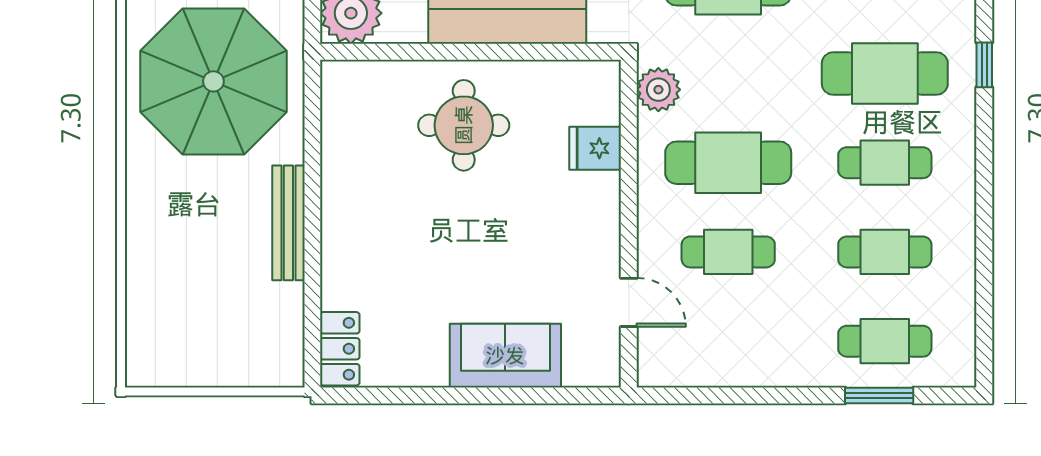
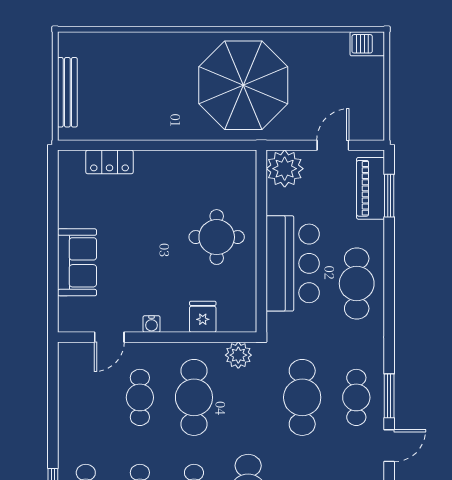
bench: (288, 223) -> (67, 92), moved, turned 90
water cooler: (607, 233) -> (151, 324), added
locker: (340, 349) -> (109, 162), moved

